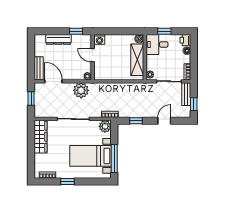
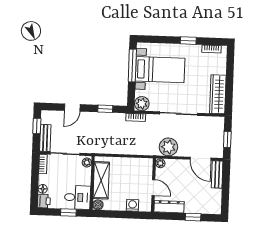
window: (76, 31) -> (193, 217), moved
dresser: (58, 39) -> (169, 207), moved
washing machine: (100, 39) -> (133, 205), moved

